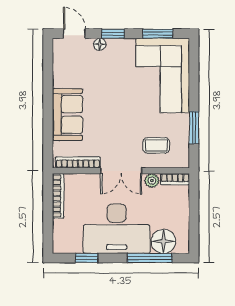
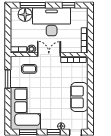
sofa: (67, 114) -> (79, 97), moved

